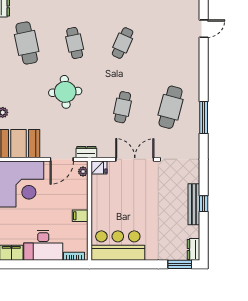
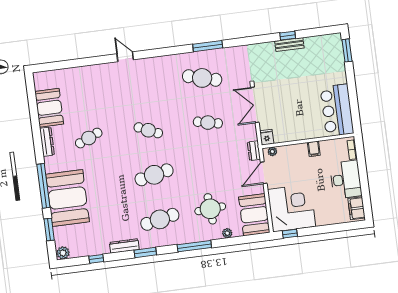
cafe table: (75, 43) -> (154, 175), width x1.37, depth x1.35
round table: (65, 92) -> (210, 209), moved
door: (62, 159) -> (264, 173), swing flipped
bench: (194, 204) -> (289, 45), width x0.73
dresser: (194, 249) -> (331, 39), removed

